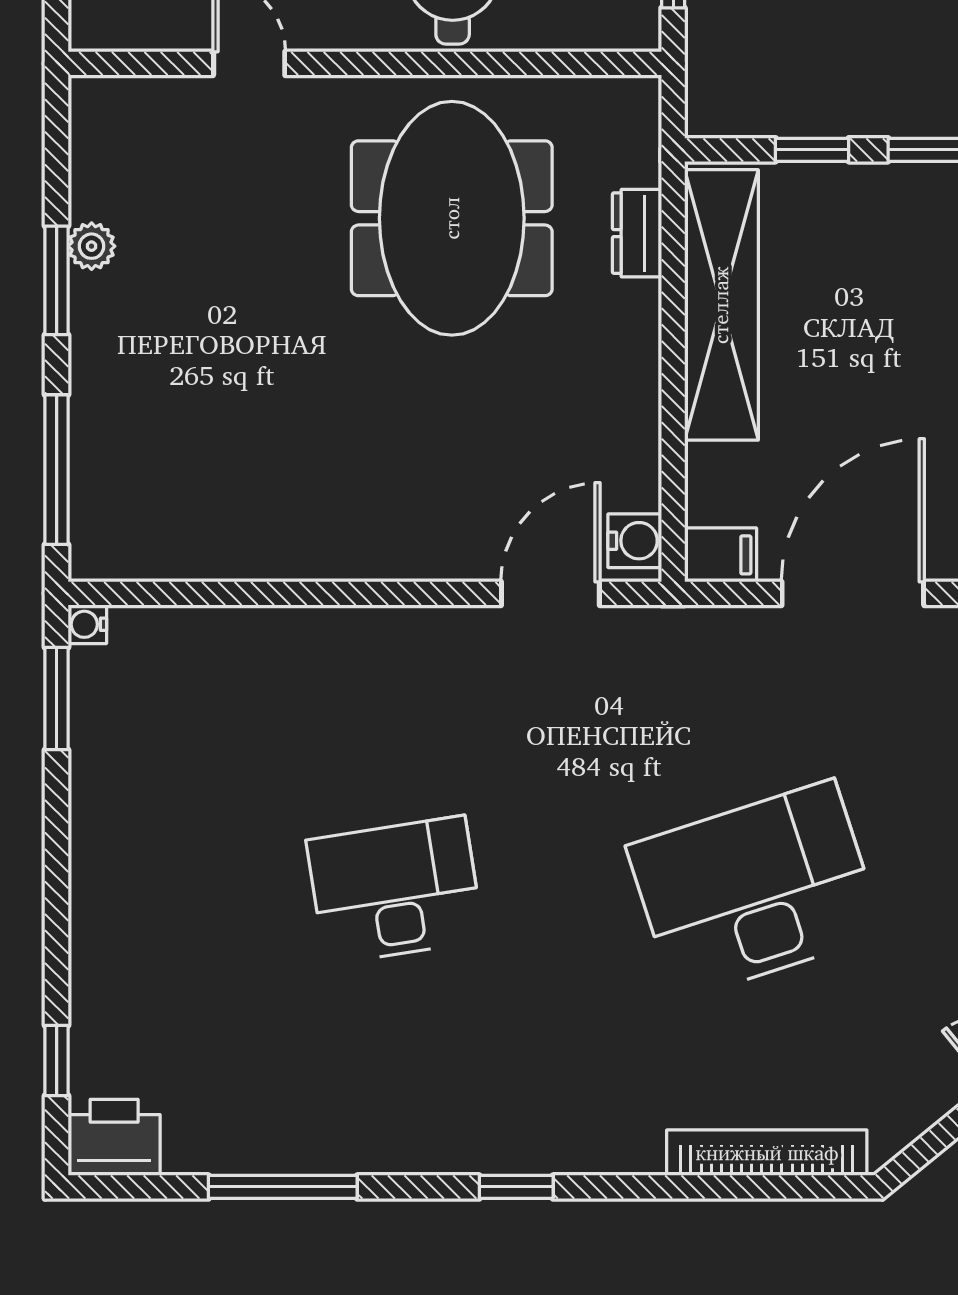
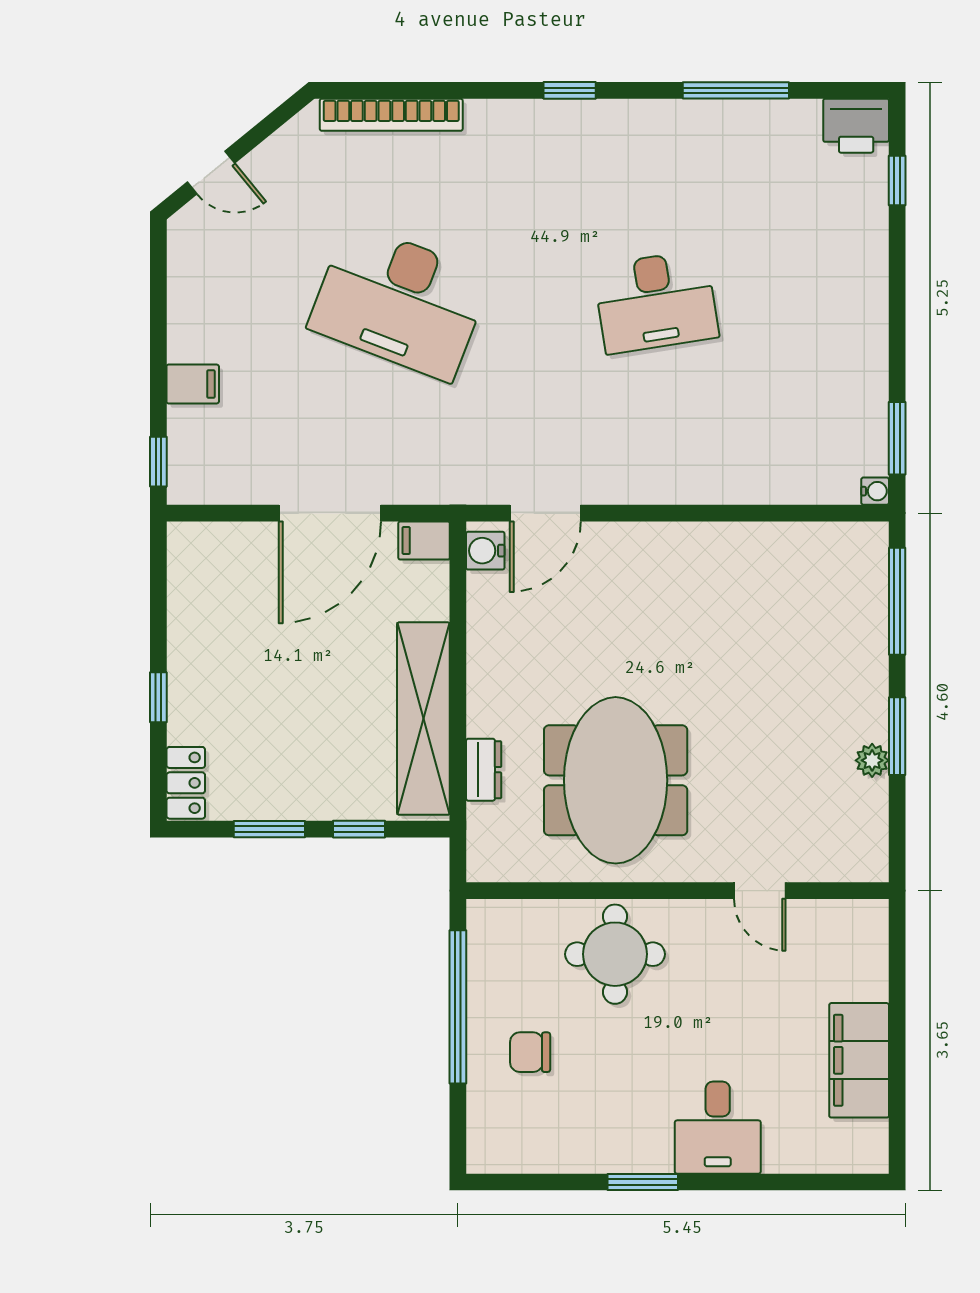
desk: (755, 890) -> (400, 302), turned 39

